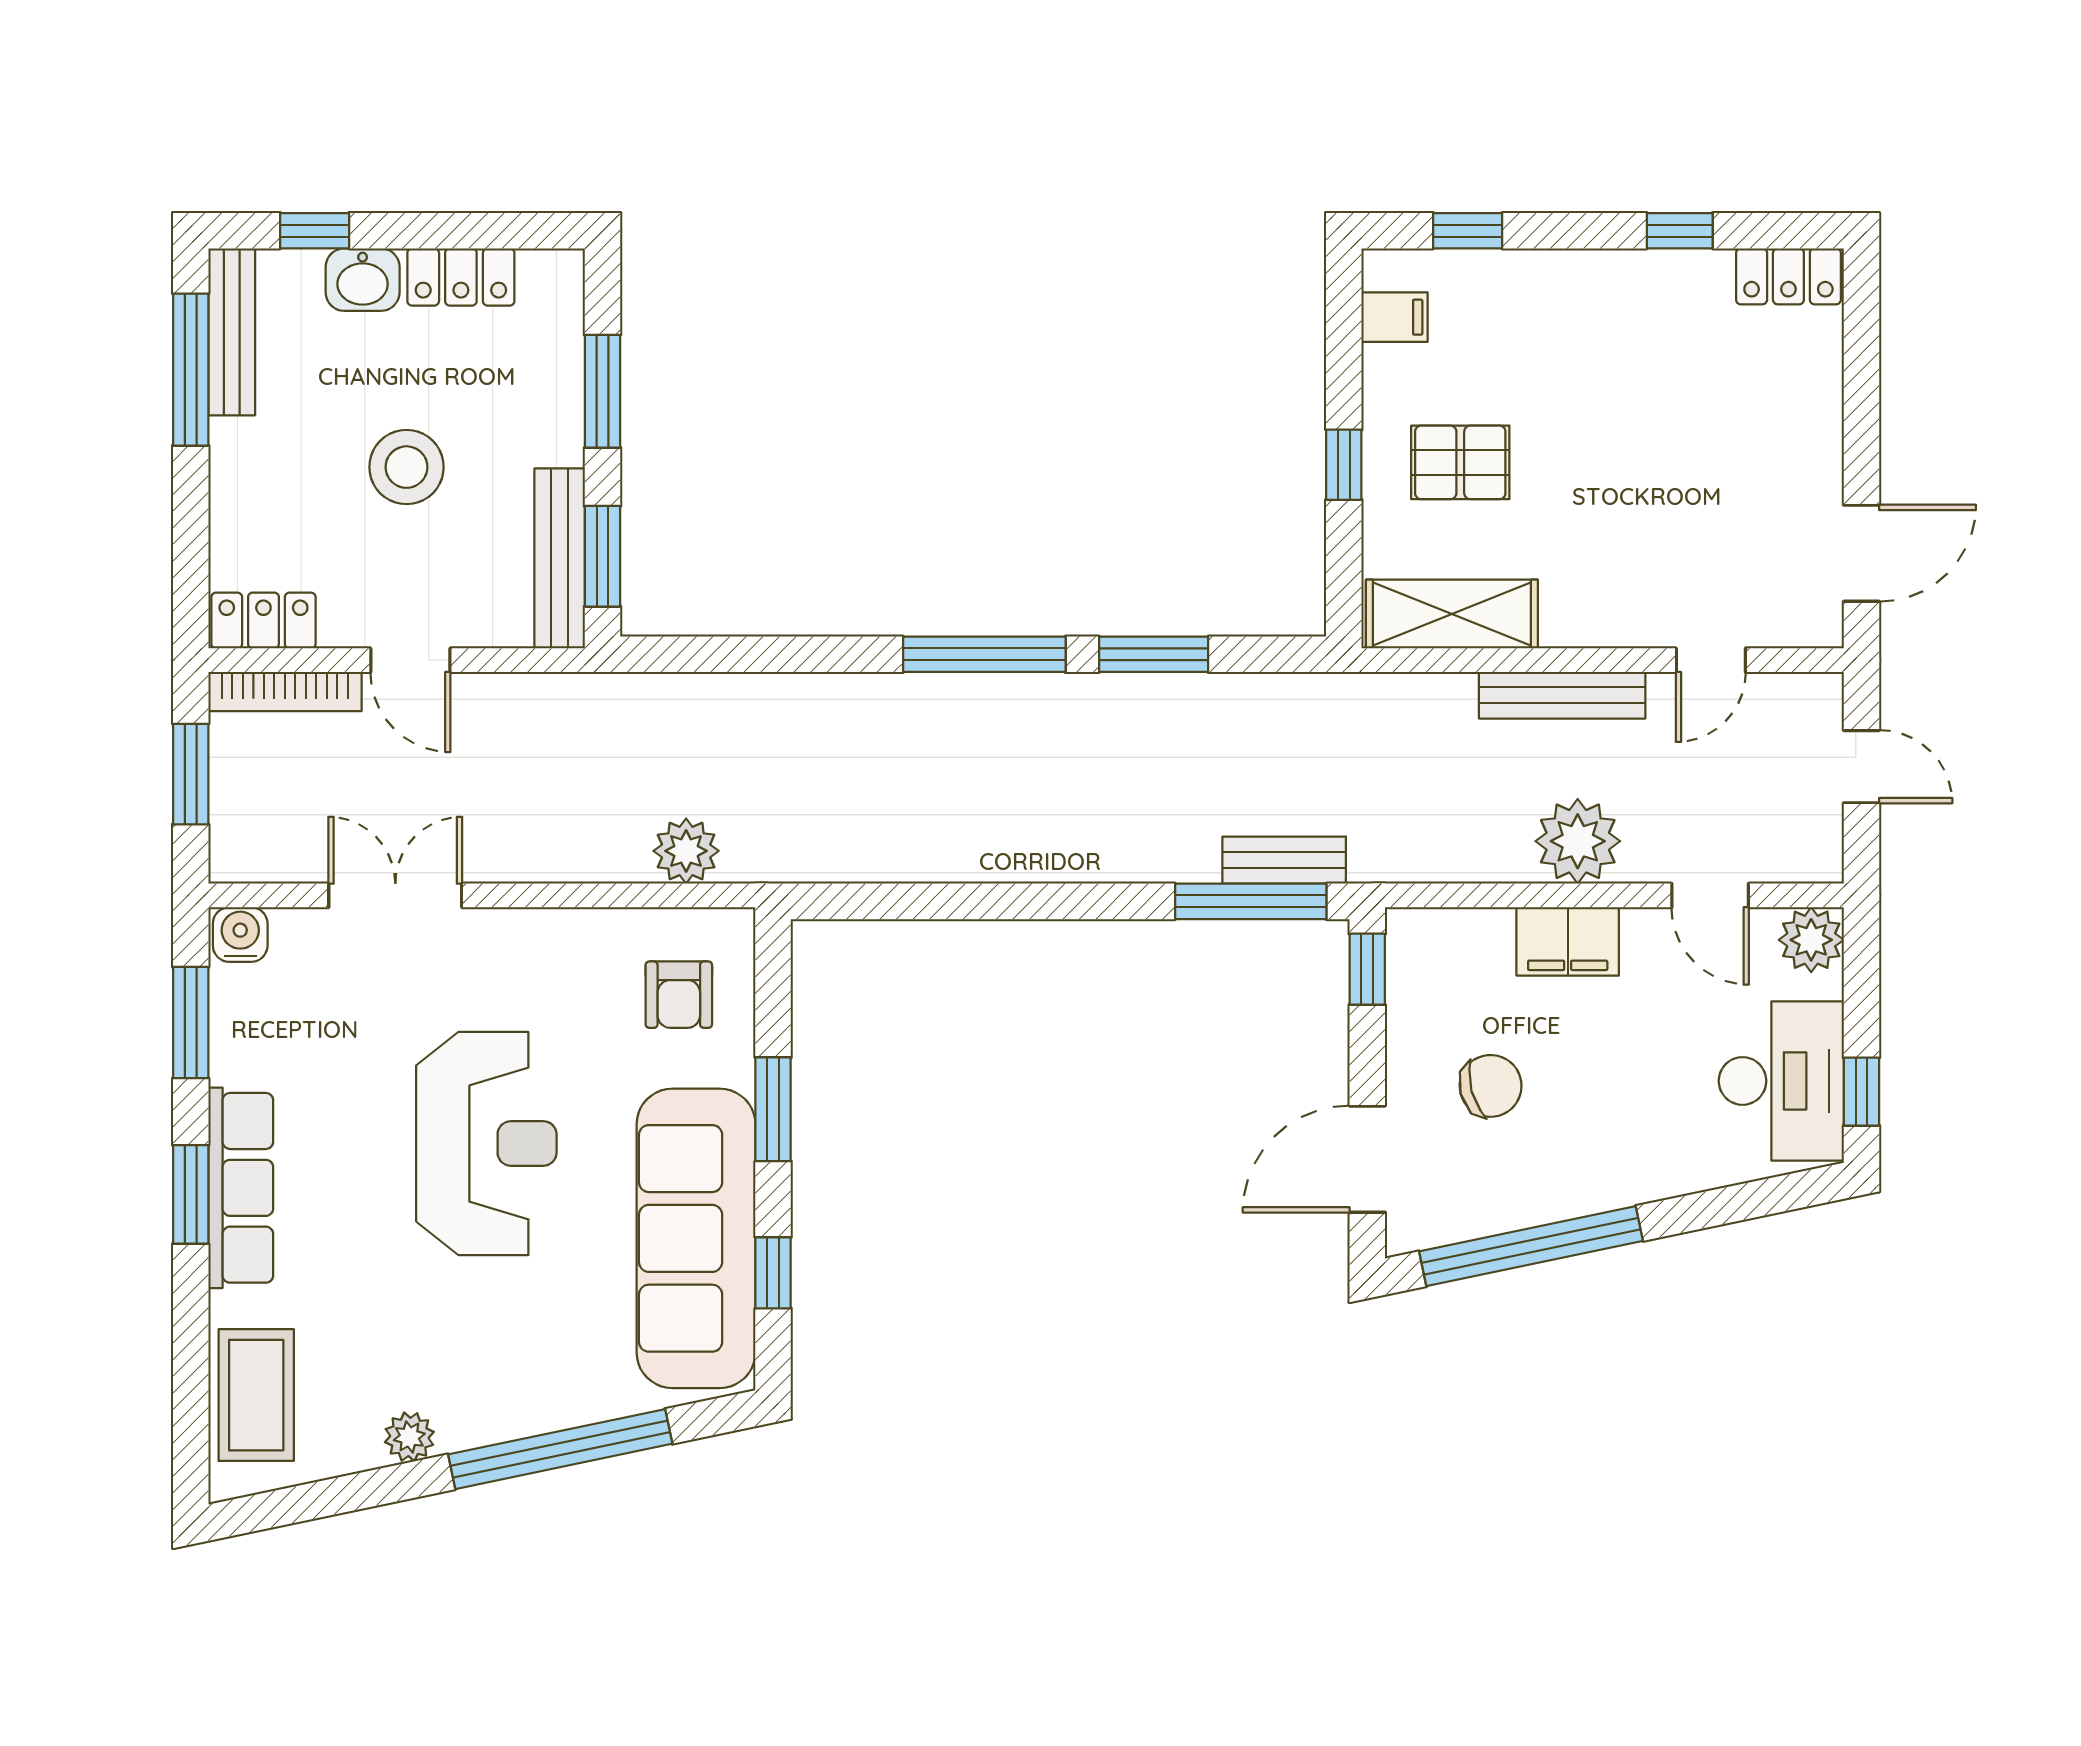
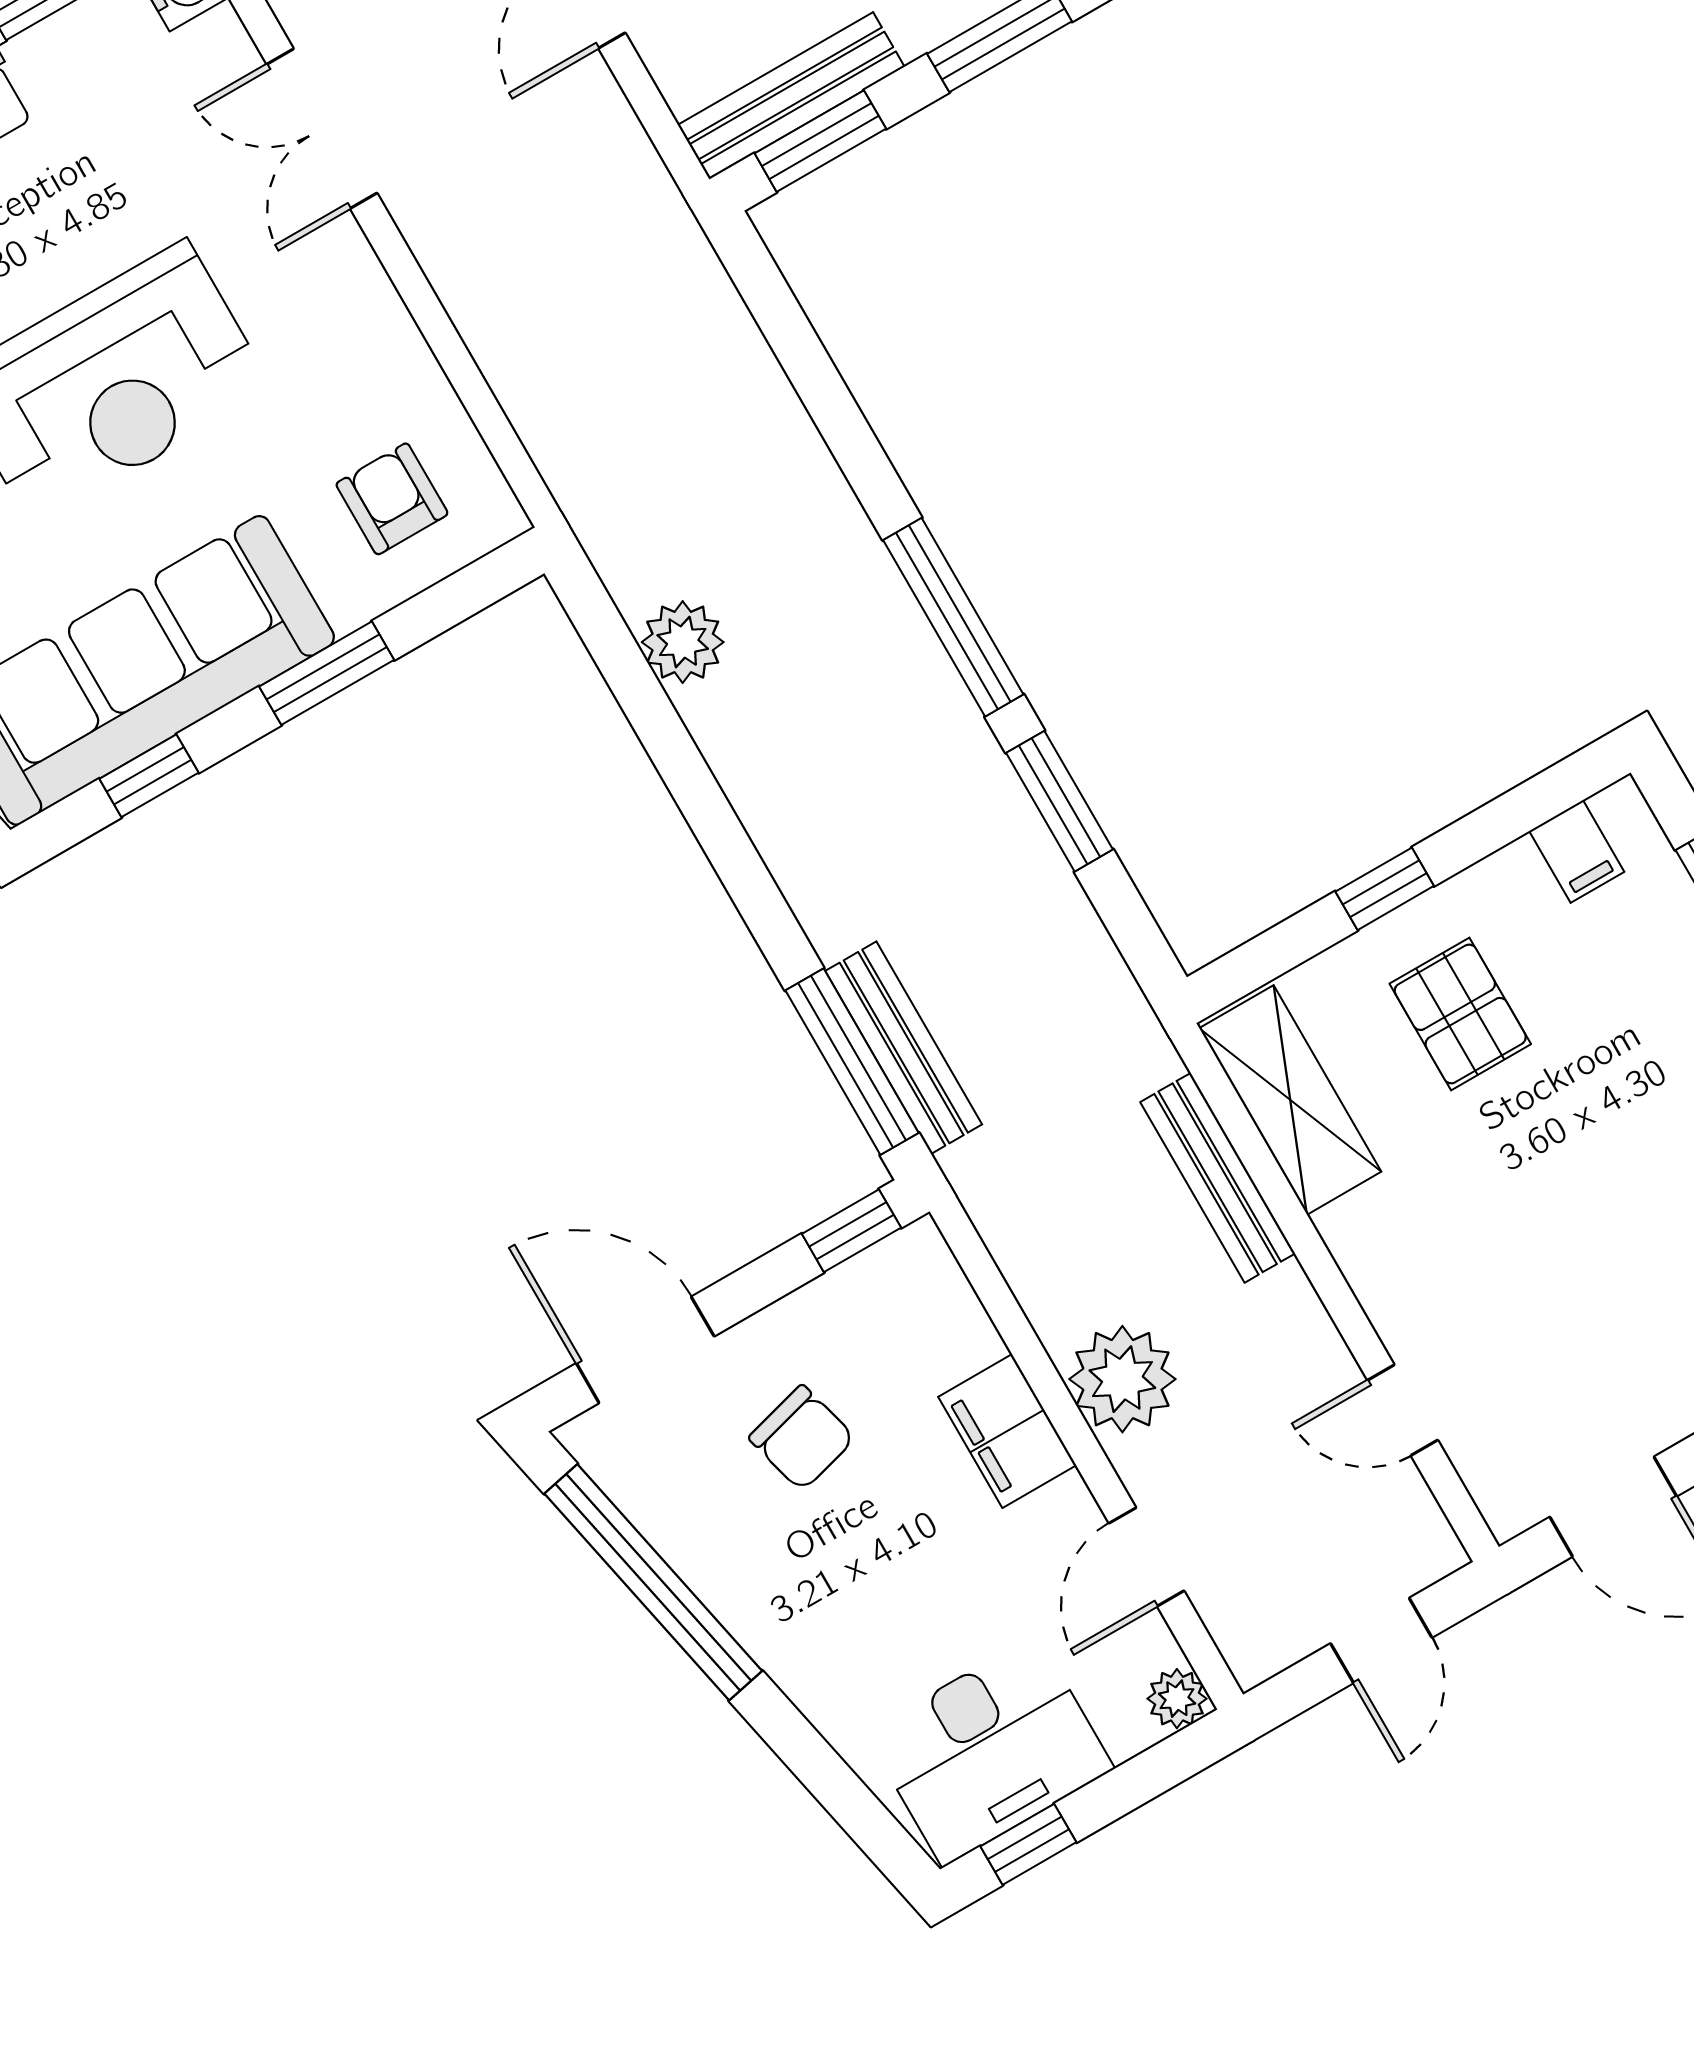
bench: (1562, 695) -> (1218, 1178), moved
plant: (686, 851) -> (683, 642), moved
bench: (1284, 860) -> (904, 1048), width x1.36
double door: (395, 895) -> (322, 129), swing flipped
plant: (1811, 940) -> (1177, 1699), width x0.73, depth x0.73
armchair: (679, 995) -> (392, 499), turned 90

